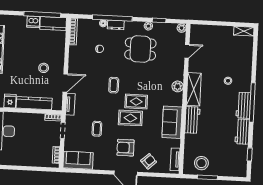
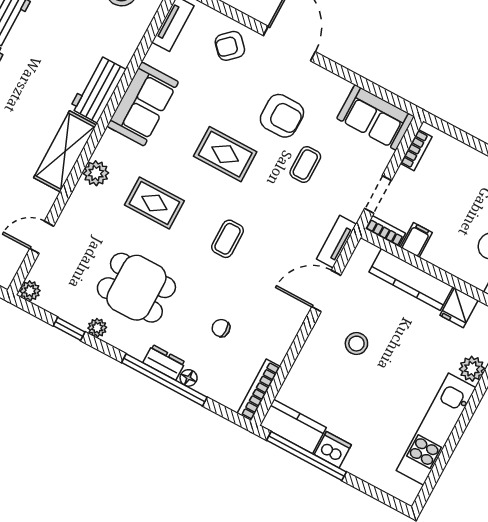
rug: (136, 101) -> (154, 203), moved
filing cabinet: (39, 120) -> (416, 240), added
armchair: (126, 148) -> (282, 116), moved

